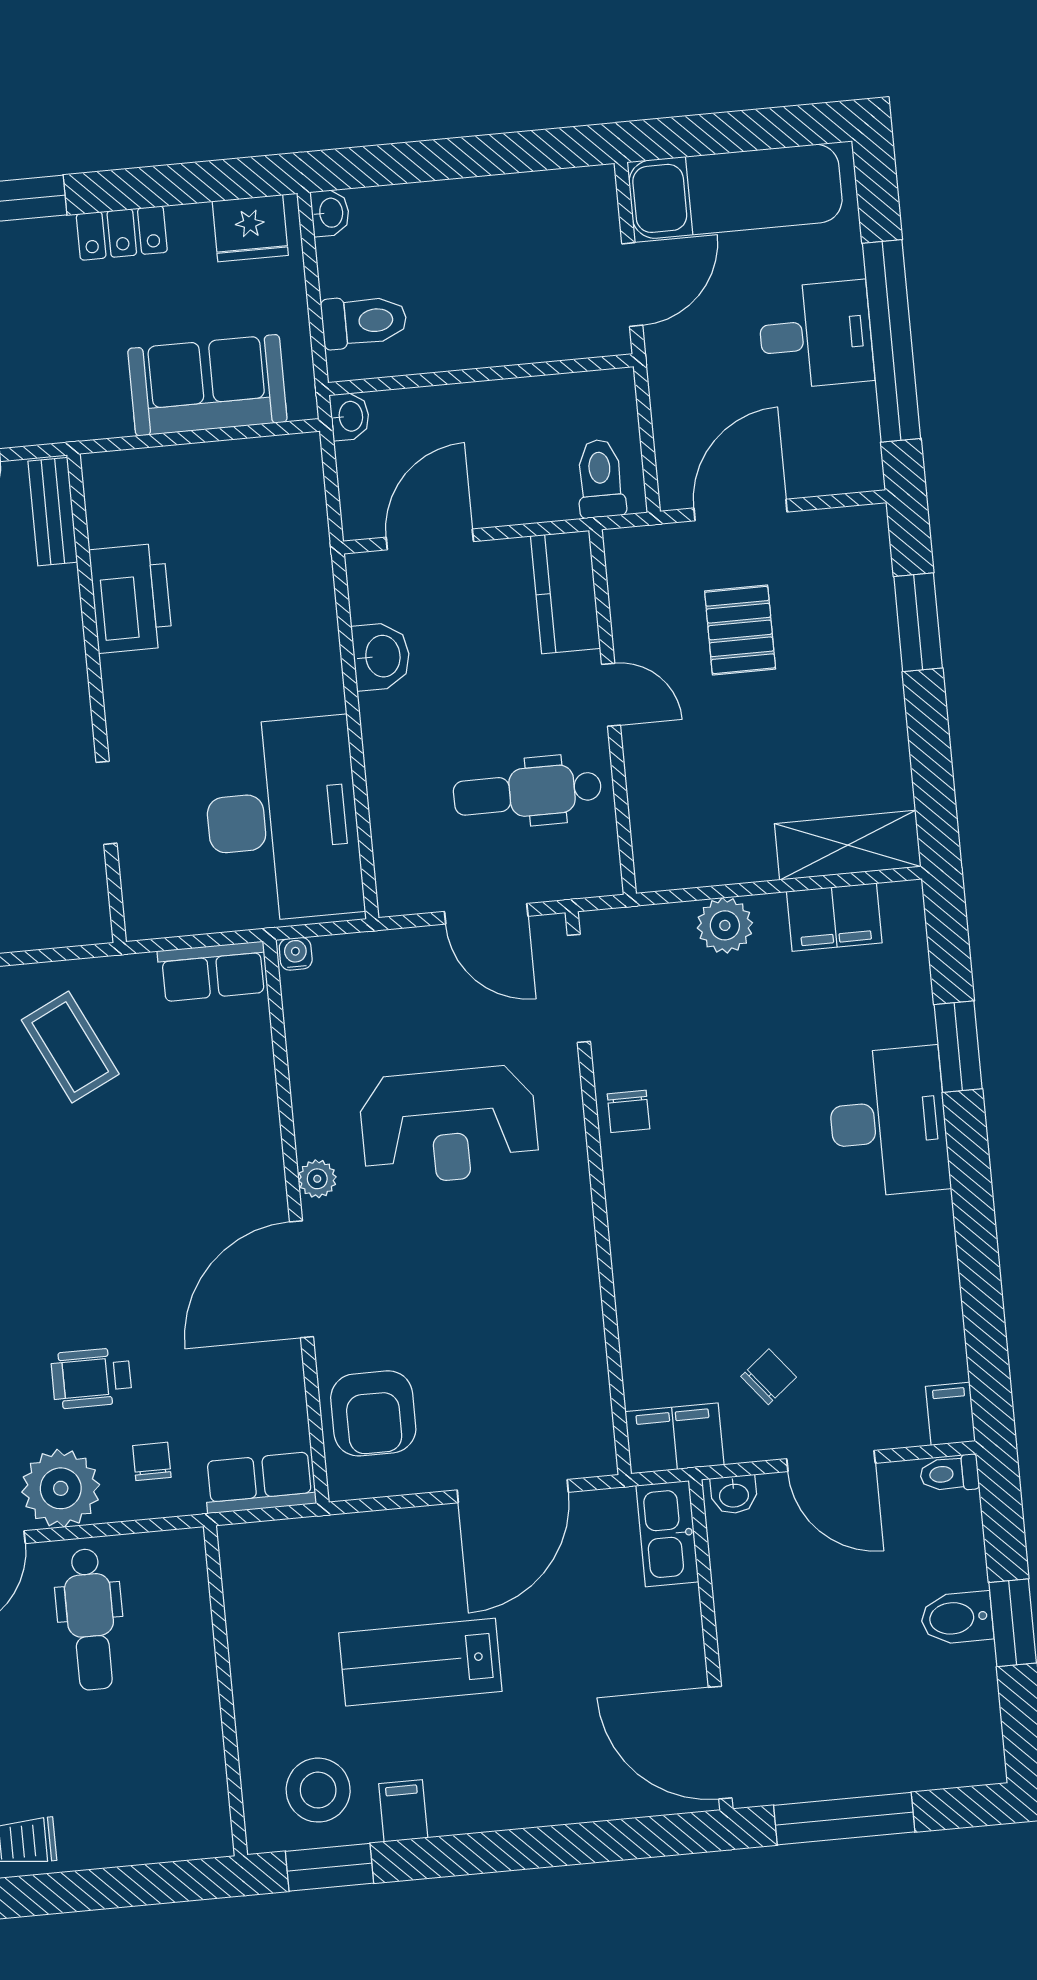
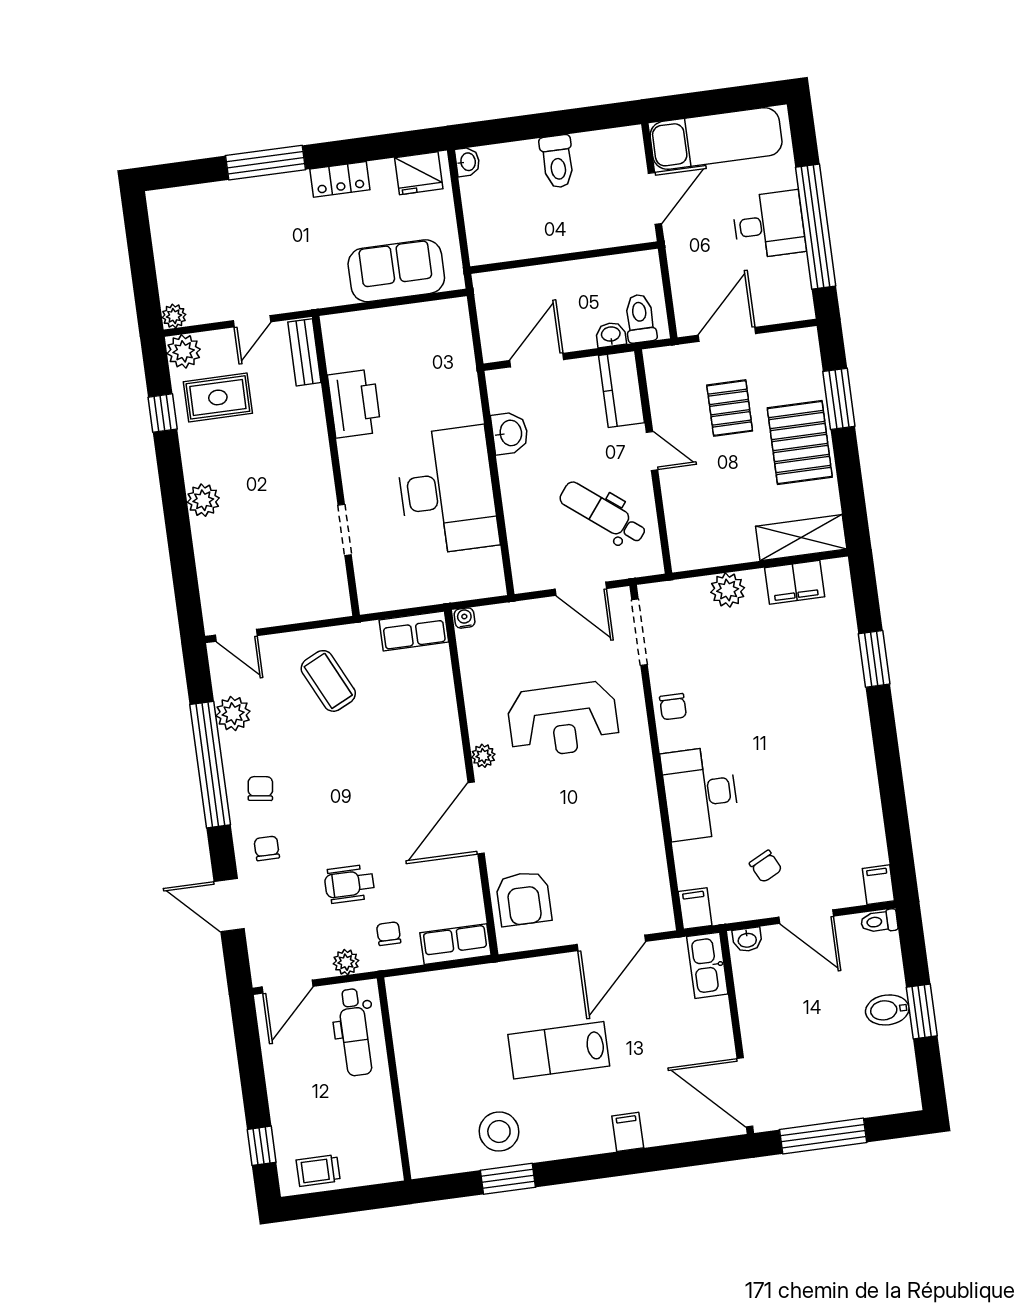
toilet: (364, 321) -> (557, 162), moved, turned 90
washbasin: (350, 416) -> (611, 335), moved, turned -90
pallet: (852, 691) -> (800, 443), added
dental chair: (527, 792) -> (603, 513), turned 38
desk: (282, 820) -> (447, 491), moved
desk: (888, 1122) -> (700, 793), moved, turned 180
chair: (769, 1377) -> (766, 866), turned 102
filing cabinet: (674, 1438) -> (695, 908), width x0.50
plant: (61, 1488) -> (346, 962), width x0.53, depth x0.53
wall: (225, 1691) -> (394, 1079), moved
filing cabinet: (403, 1811) -> (628, 1132), moved

